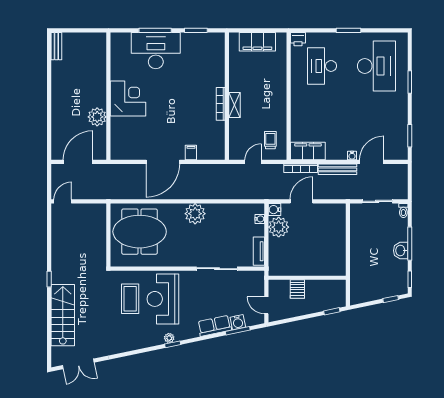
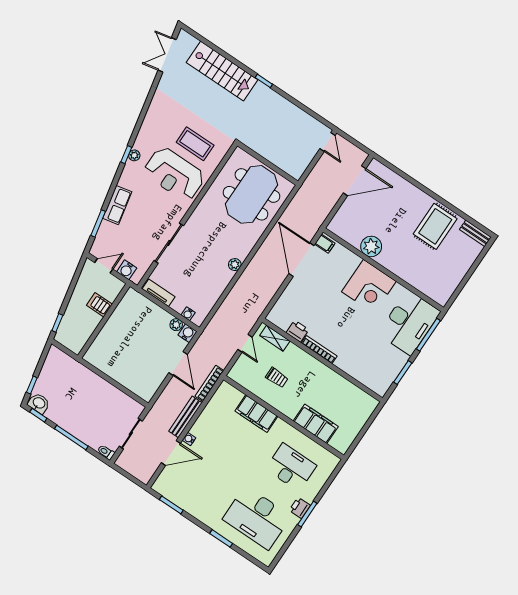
printer: (298, 39) -> (300, 508), moved
filing cabinet: (257, 42) -> (316, 424), moved, turned 90
rug: (71, 79) -> (435, 226), added
wall: (108, 96) -> (383, 270), moved
corner desk: (128, 99) -> (369, 286), moved
shelving: (235, 105) -> (275, 338), moved
plant: (97, 117) -> (371, 246), moved
printer: (218, 129) -> (297, 331), added
trolley: (270, 140) -> (277, 378), moved
filing cabinet: (308, 151) -> (256, 414), moved, turned 90
filing cabinet: (191, 153) -> (325, 244), moved
door: (78, 162) -> (355, 181), hinge flipped
door: (372, 162) -> (171, 453), hinge flipped
plant: (195, 214) -> (235, 265), width x0.53, depth x0.53
plant: (279, 227) -> (176, 325), width x0.53, depth x0.53
washbasin: (401, 251) -> (39, 403), moved
reception desk: (163, 299) -> (174, 174), turned 180
water cooler: (238, 322) -> (127, 270), moved, turned -78

